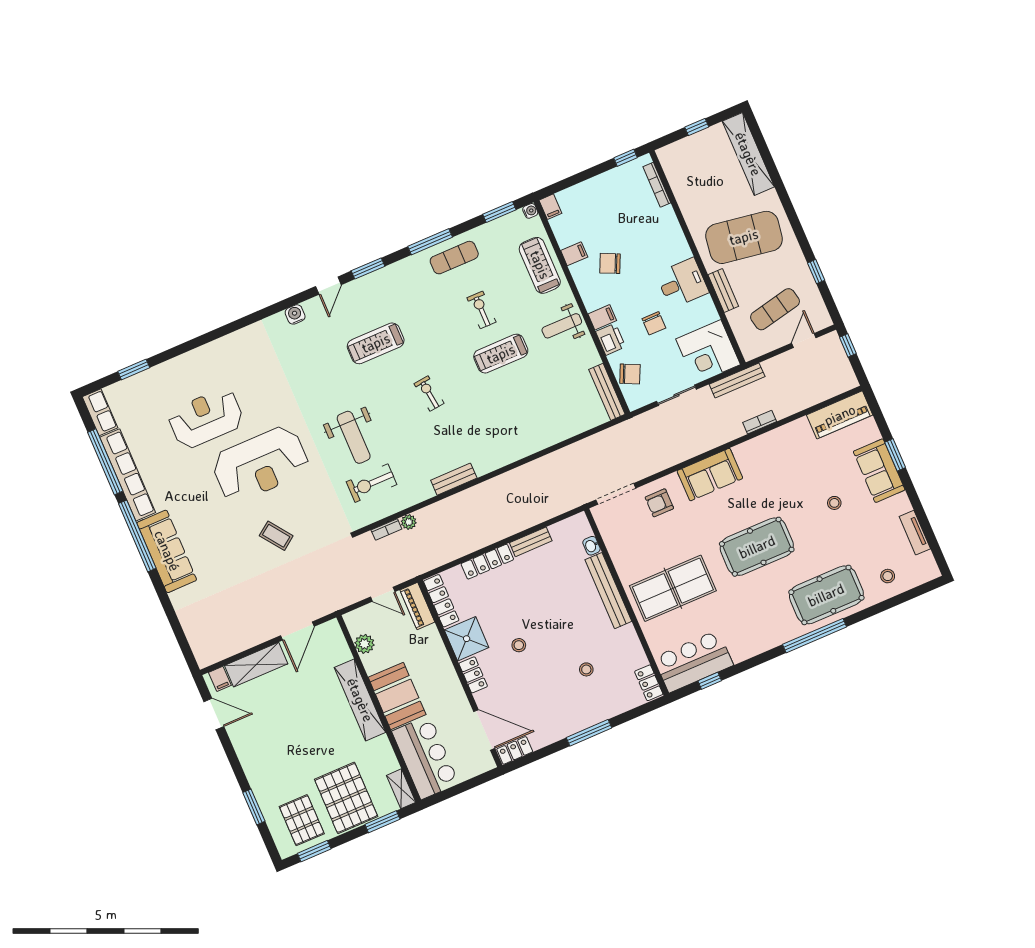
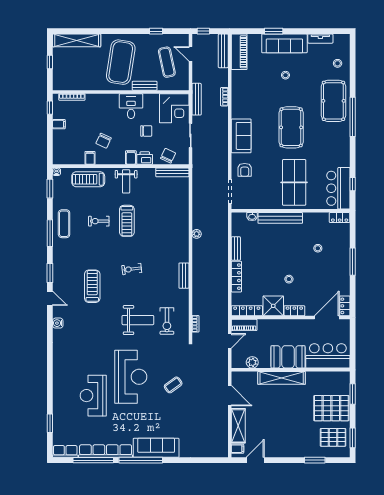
filing cabinet: (550, 207) -> (59, 124), moved
treadmill: (376, 343) -> (92, 286), turned 180
bench: (831, 390) -> (223, 51), added
sofa: (879, 471) -> (284, 43), width x1.36
plant: (409, 522) -> (197, 234), moved
shelving: (401, 789) -> (339, 376), removed

